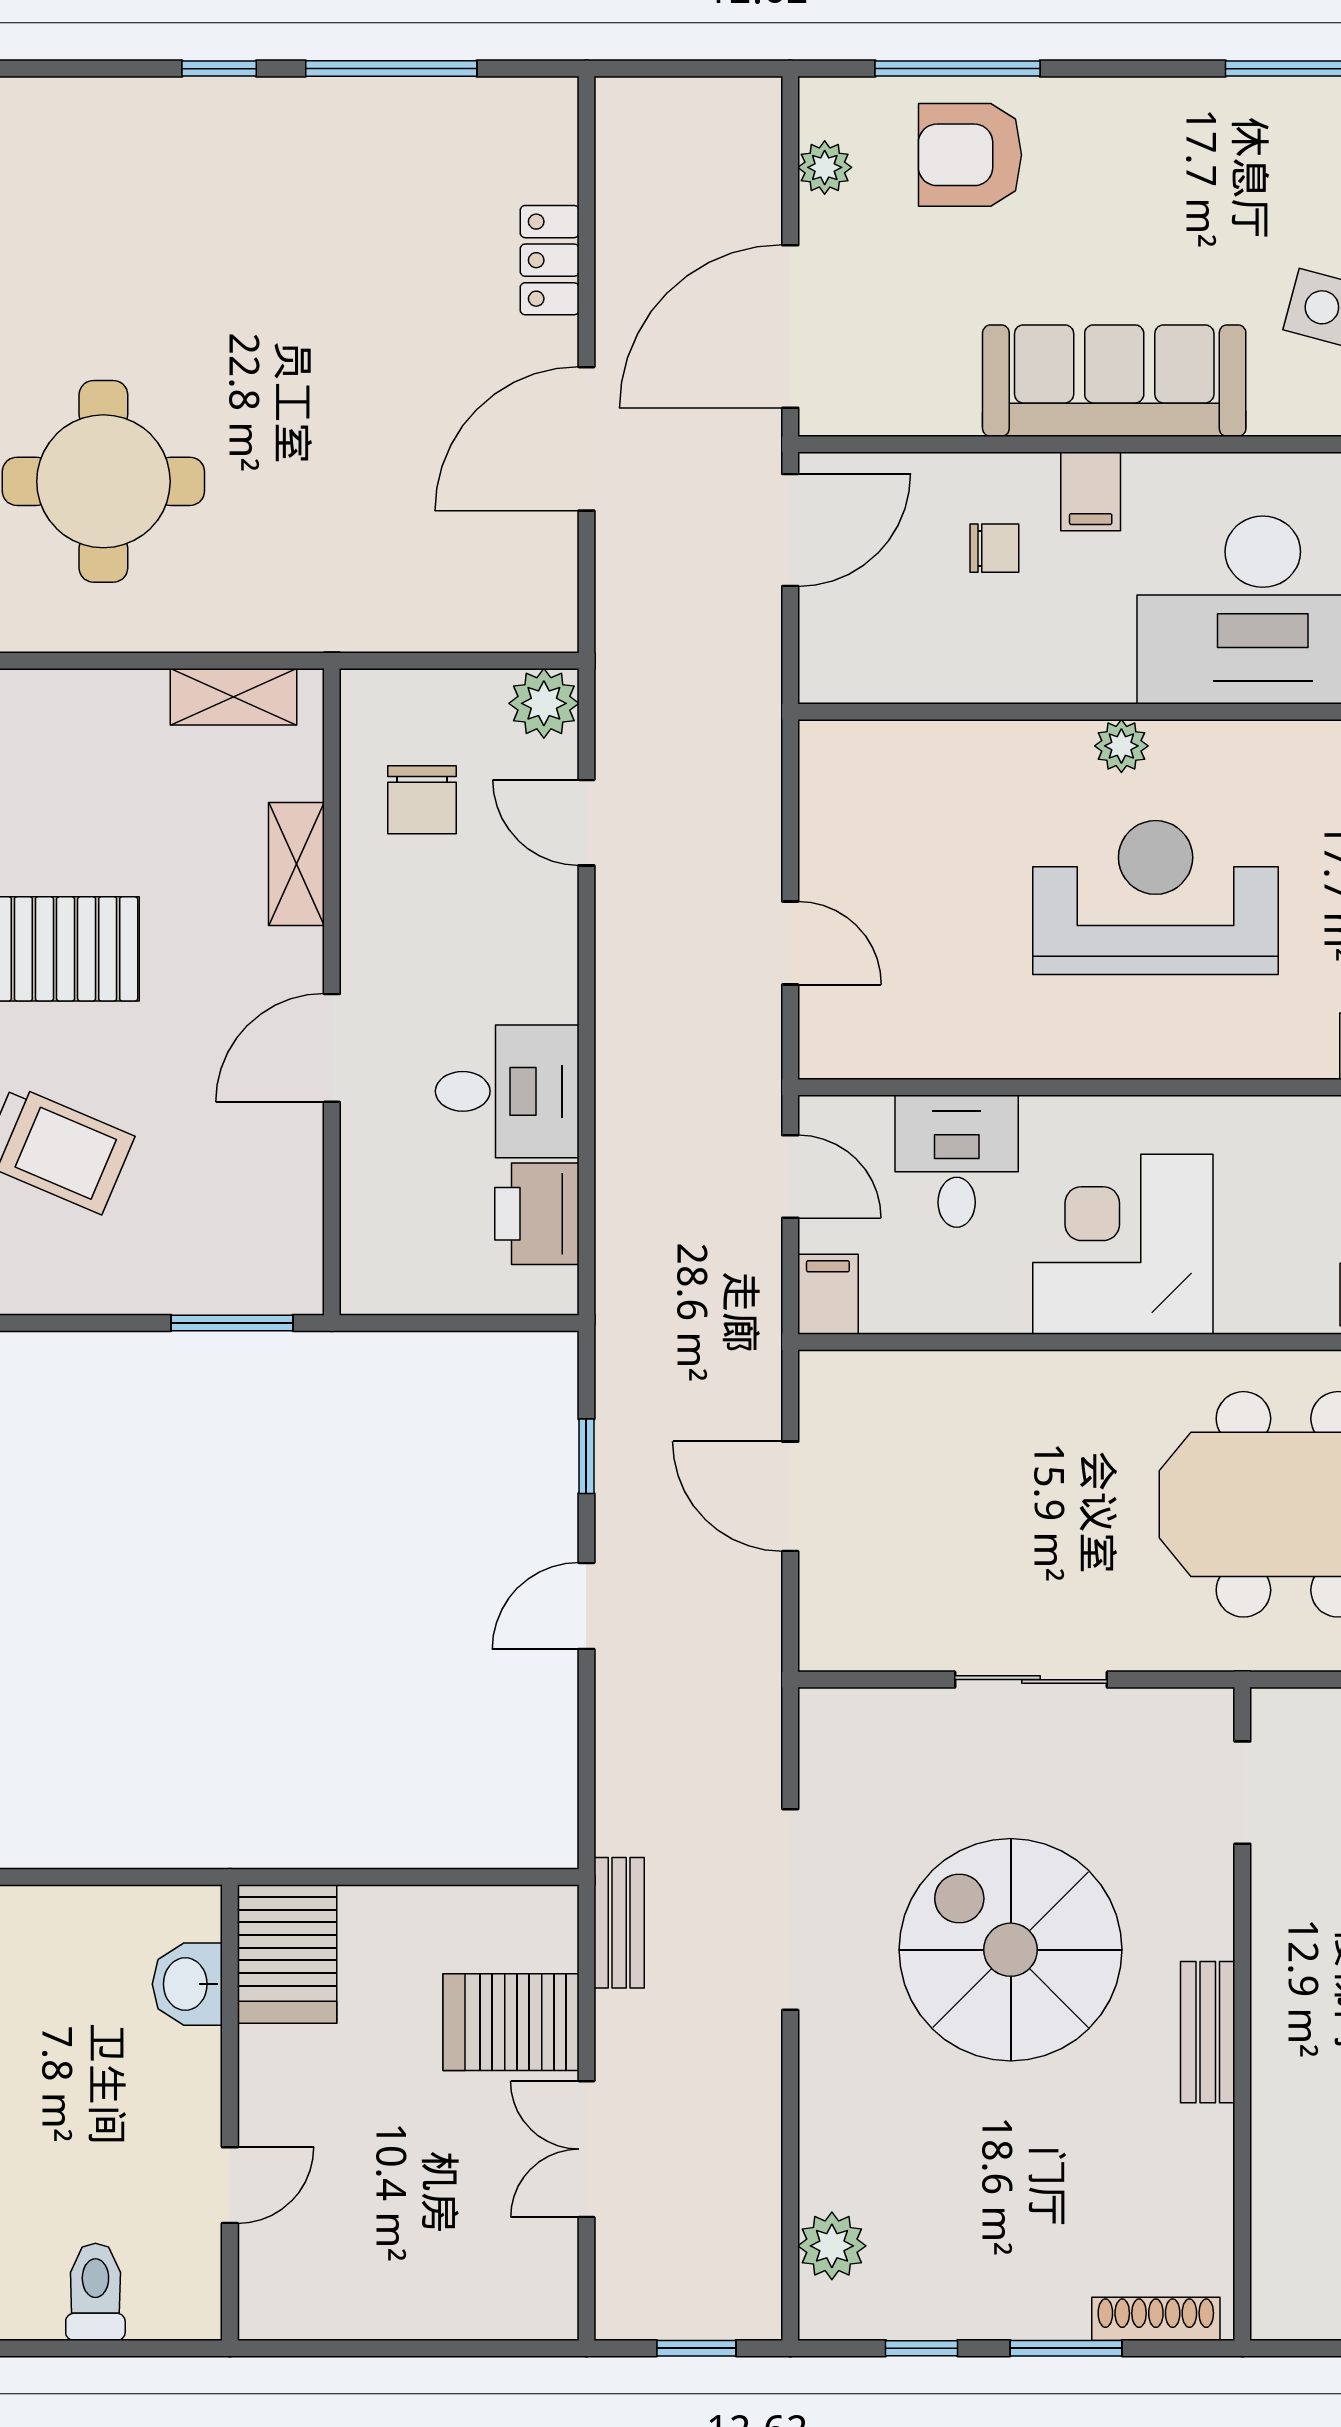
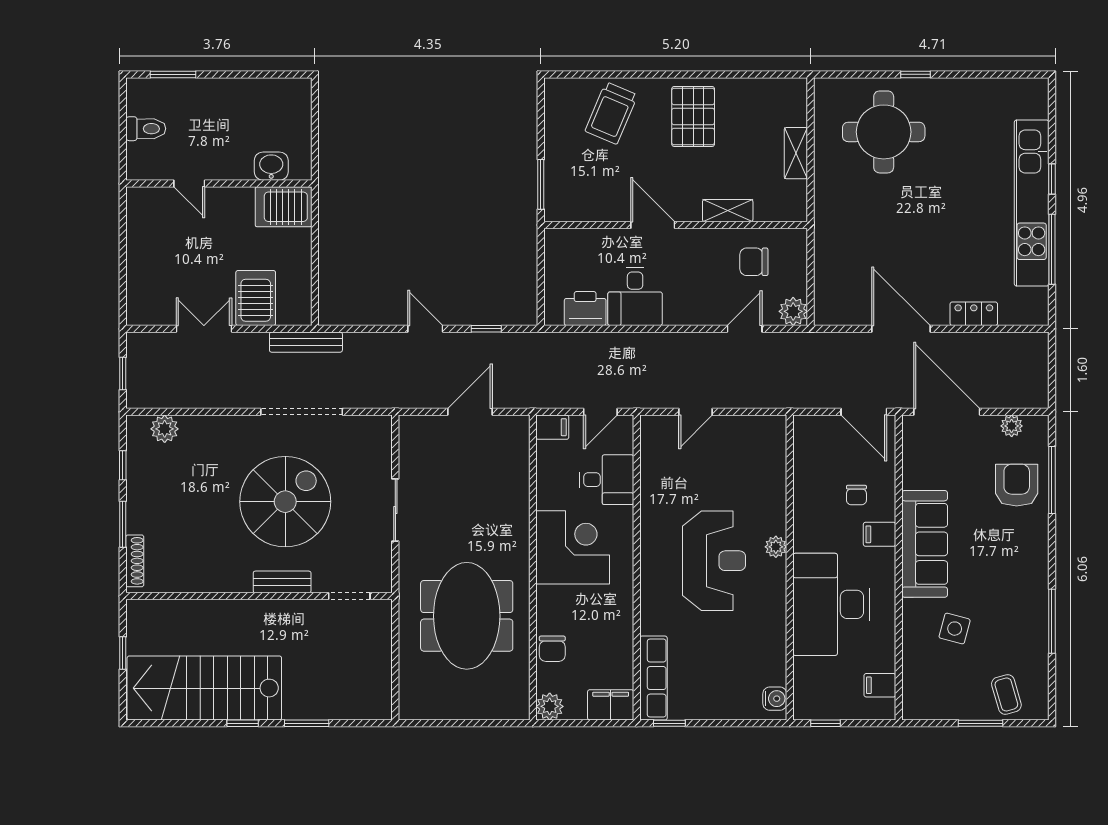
kitchen unit: (278, 118) -> (1032, 203), added
shelving: (233, 697) -> (796, 153), moved
bench: (619, 1923) -> (306, 342), width x1.36
bench: (1208, 2032) -> (282, 582), moved

